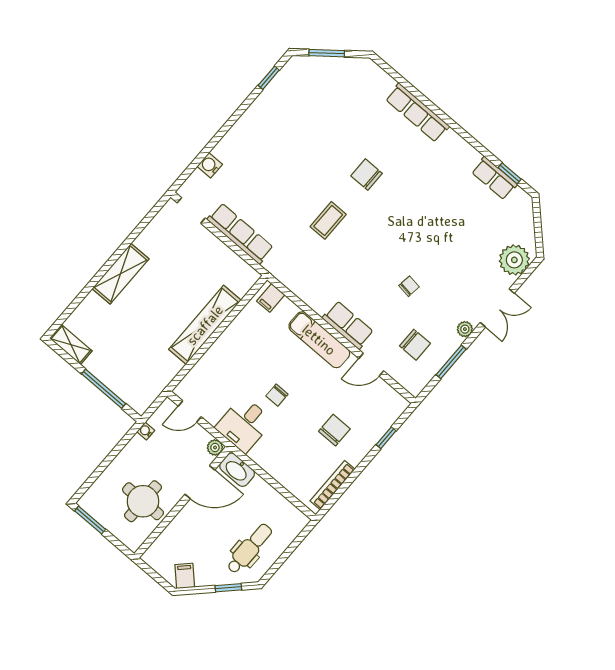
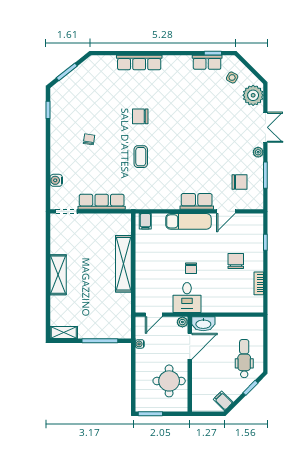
side table: (508, 219) -> (232, 78), added
chair: (409, 286) -> (89, 139), moved
bookcase: (332, 485) -> (259, 283), width x0.64

